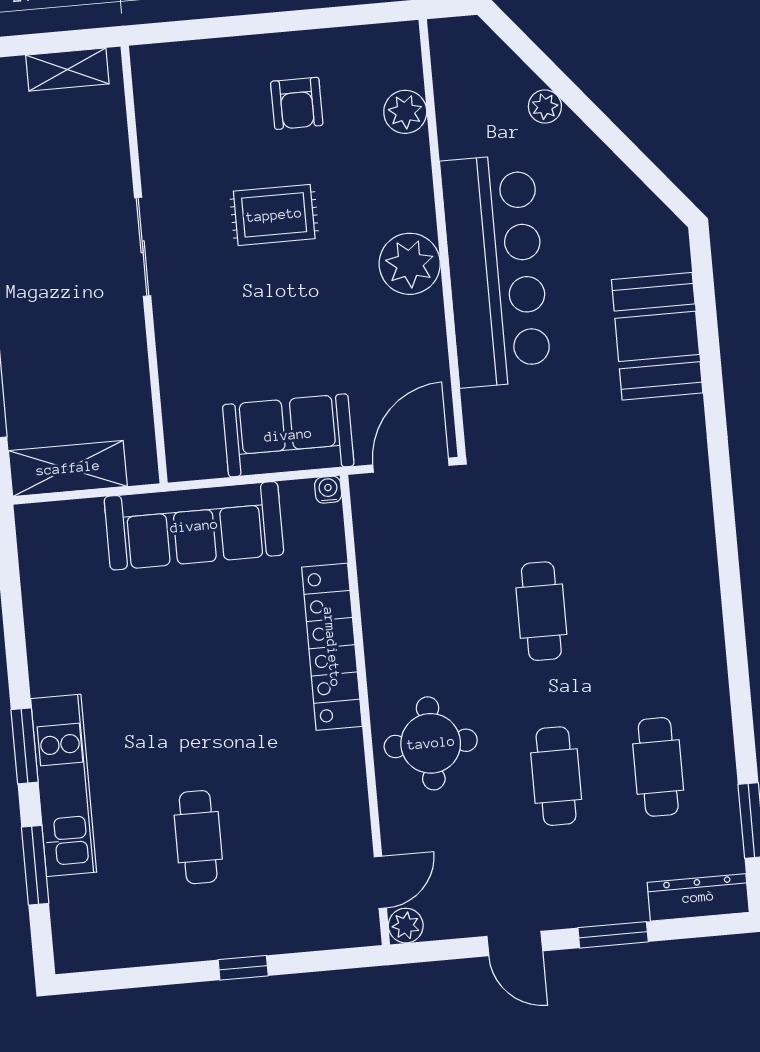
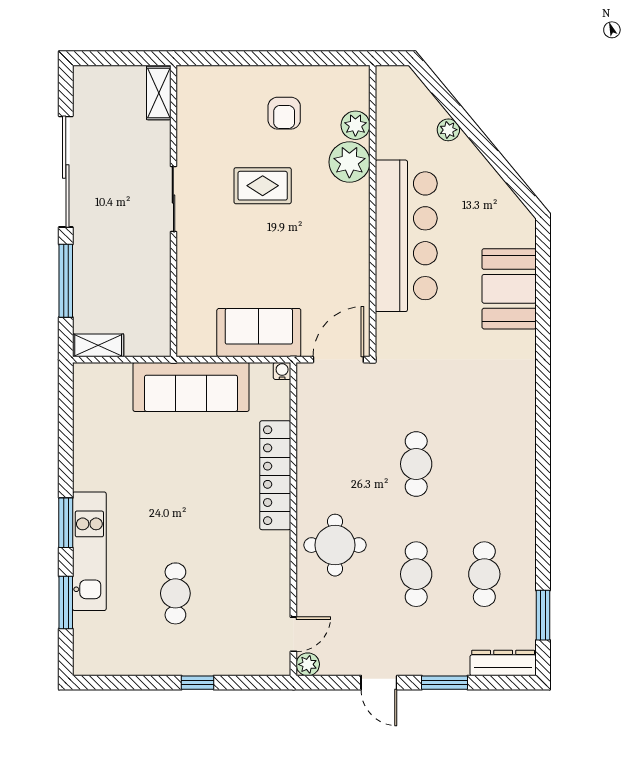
shelving: (67, 69) -> (159, 93), moved, turned 90
plant: (410, 264) -> (349, 162), moved
shelving: (68, 468) -> (98, 345), width x0.67, depth x0.75

